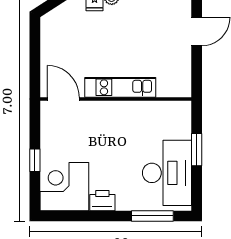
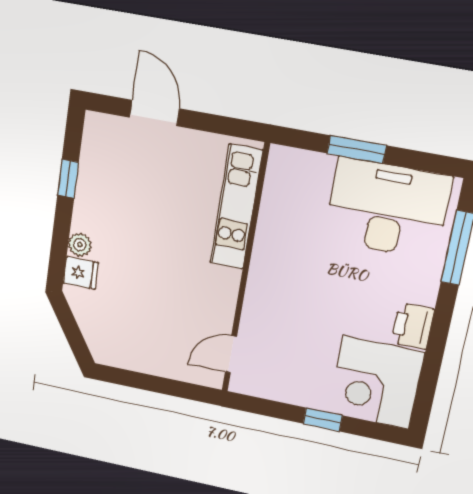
kitchen unit: (120, 87) -> (236, 207), moved
door: (63, 99) -> (231, 354), width x0.73

